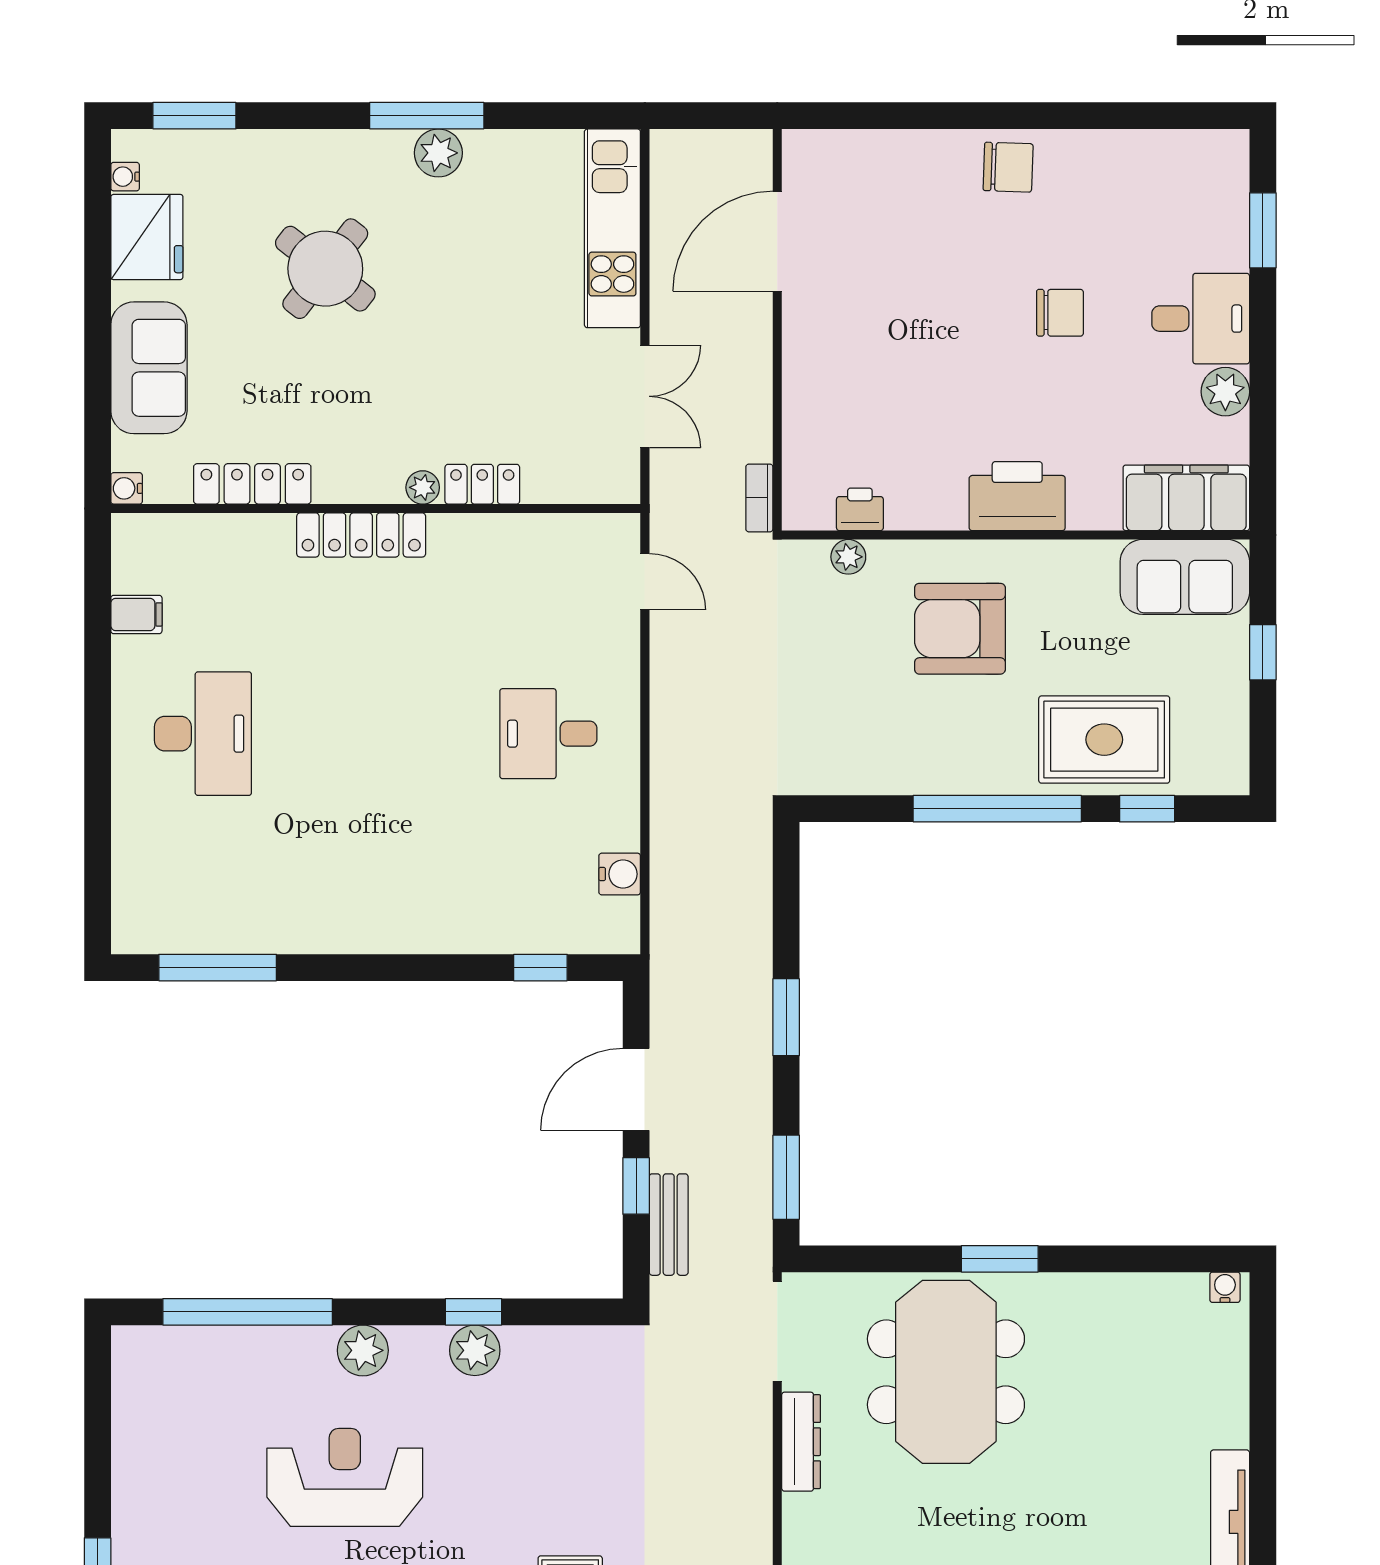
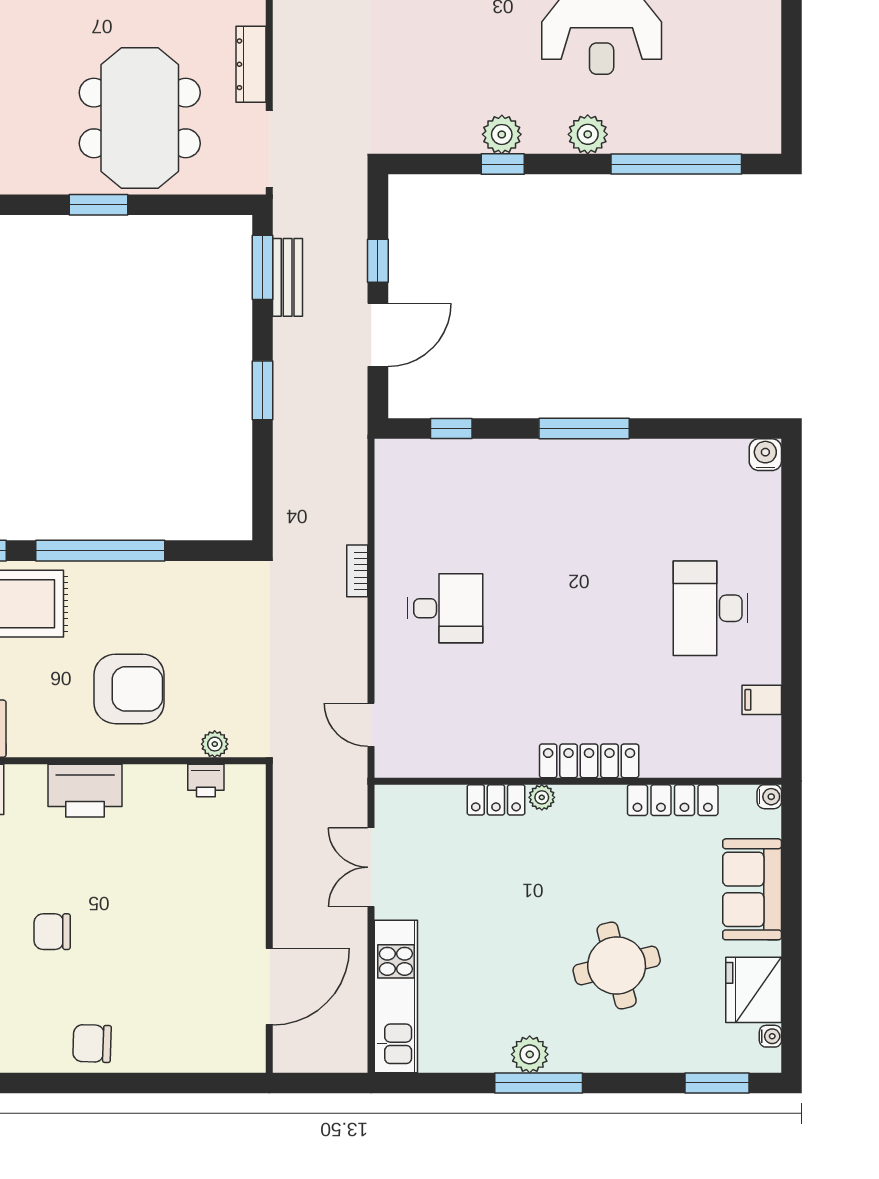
round table: (325, 269) -> (617, 965), turned 38
bookcase: (759, 498) -> (357, 571), moved, turned 180
water cooler: (620, 874) -> (765, 455), moved, turned 90
window: (218, 968) -> (584, 429), moved
bench: (669, 1225) -> (288, 277), moved

